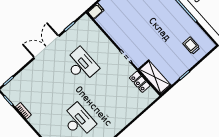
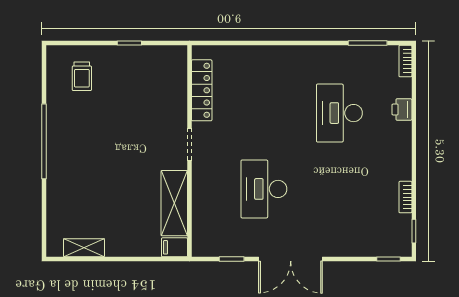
shelving: (155, 77) -> (174, 203), moved
locker: (140, 82) -> (202, 90), width x1.53

